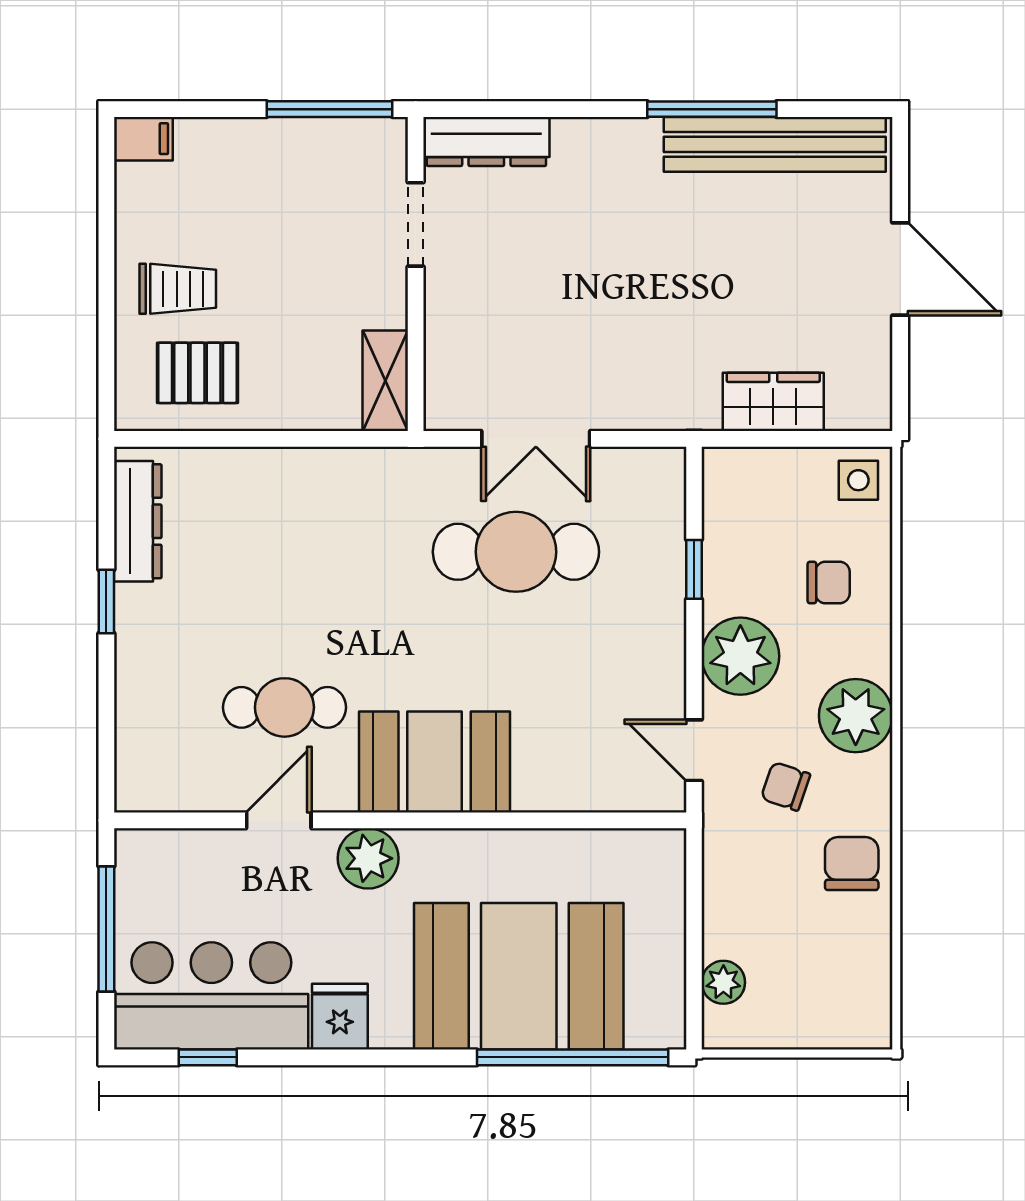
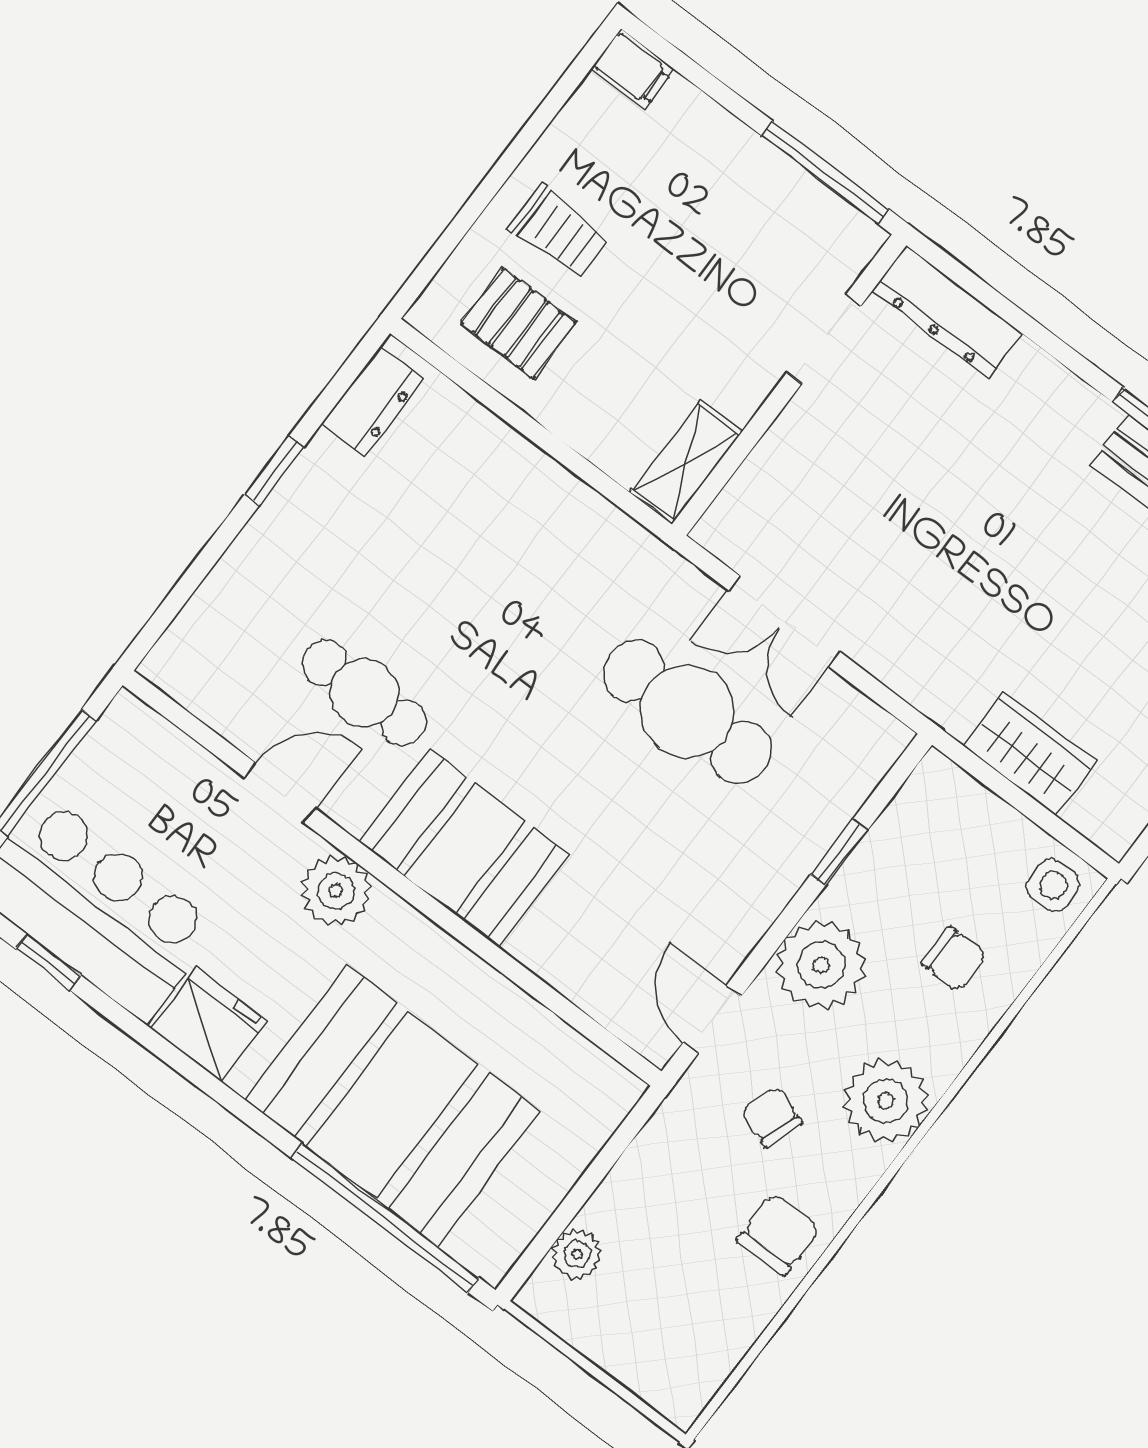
dresser: (138, 521) -> (372, 402), width x0.70
fridge: (340, 1017) -> (209, 1025), width x1.38

